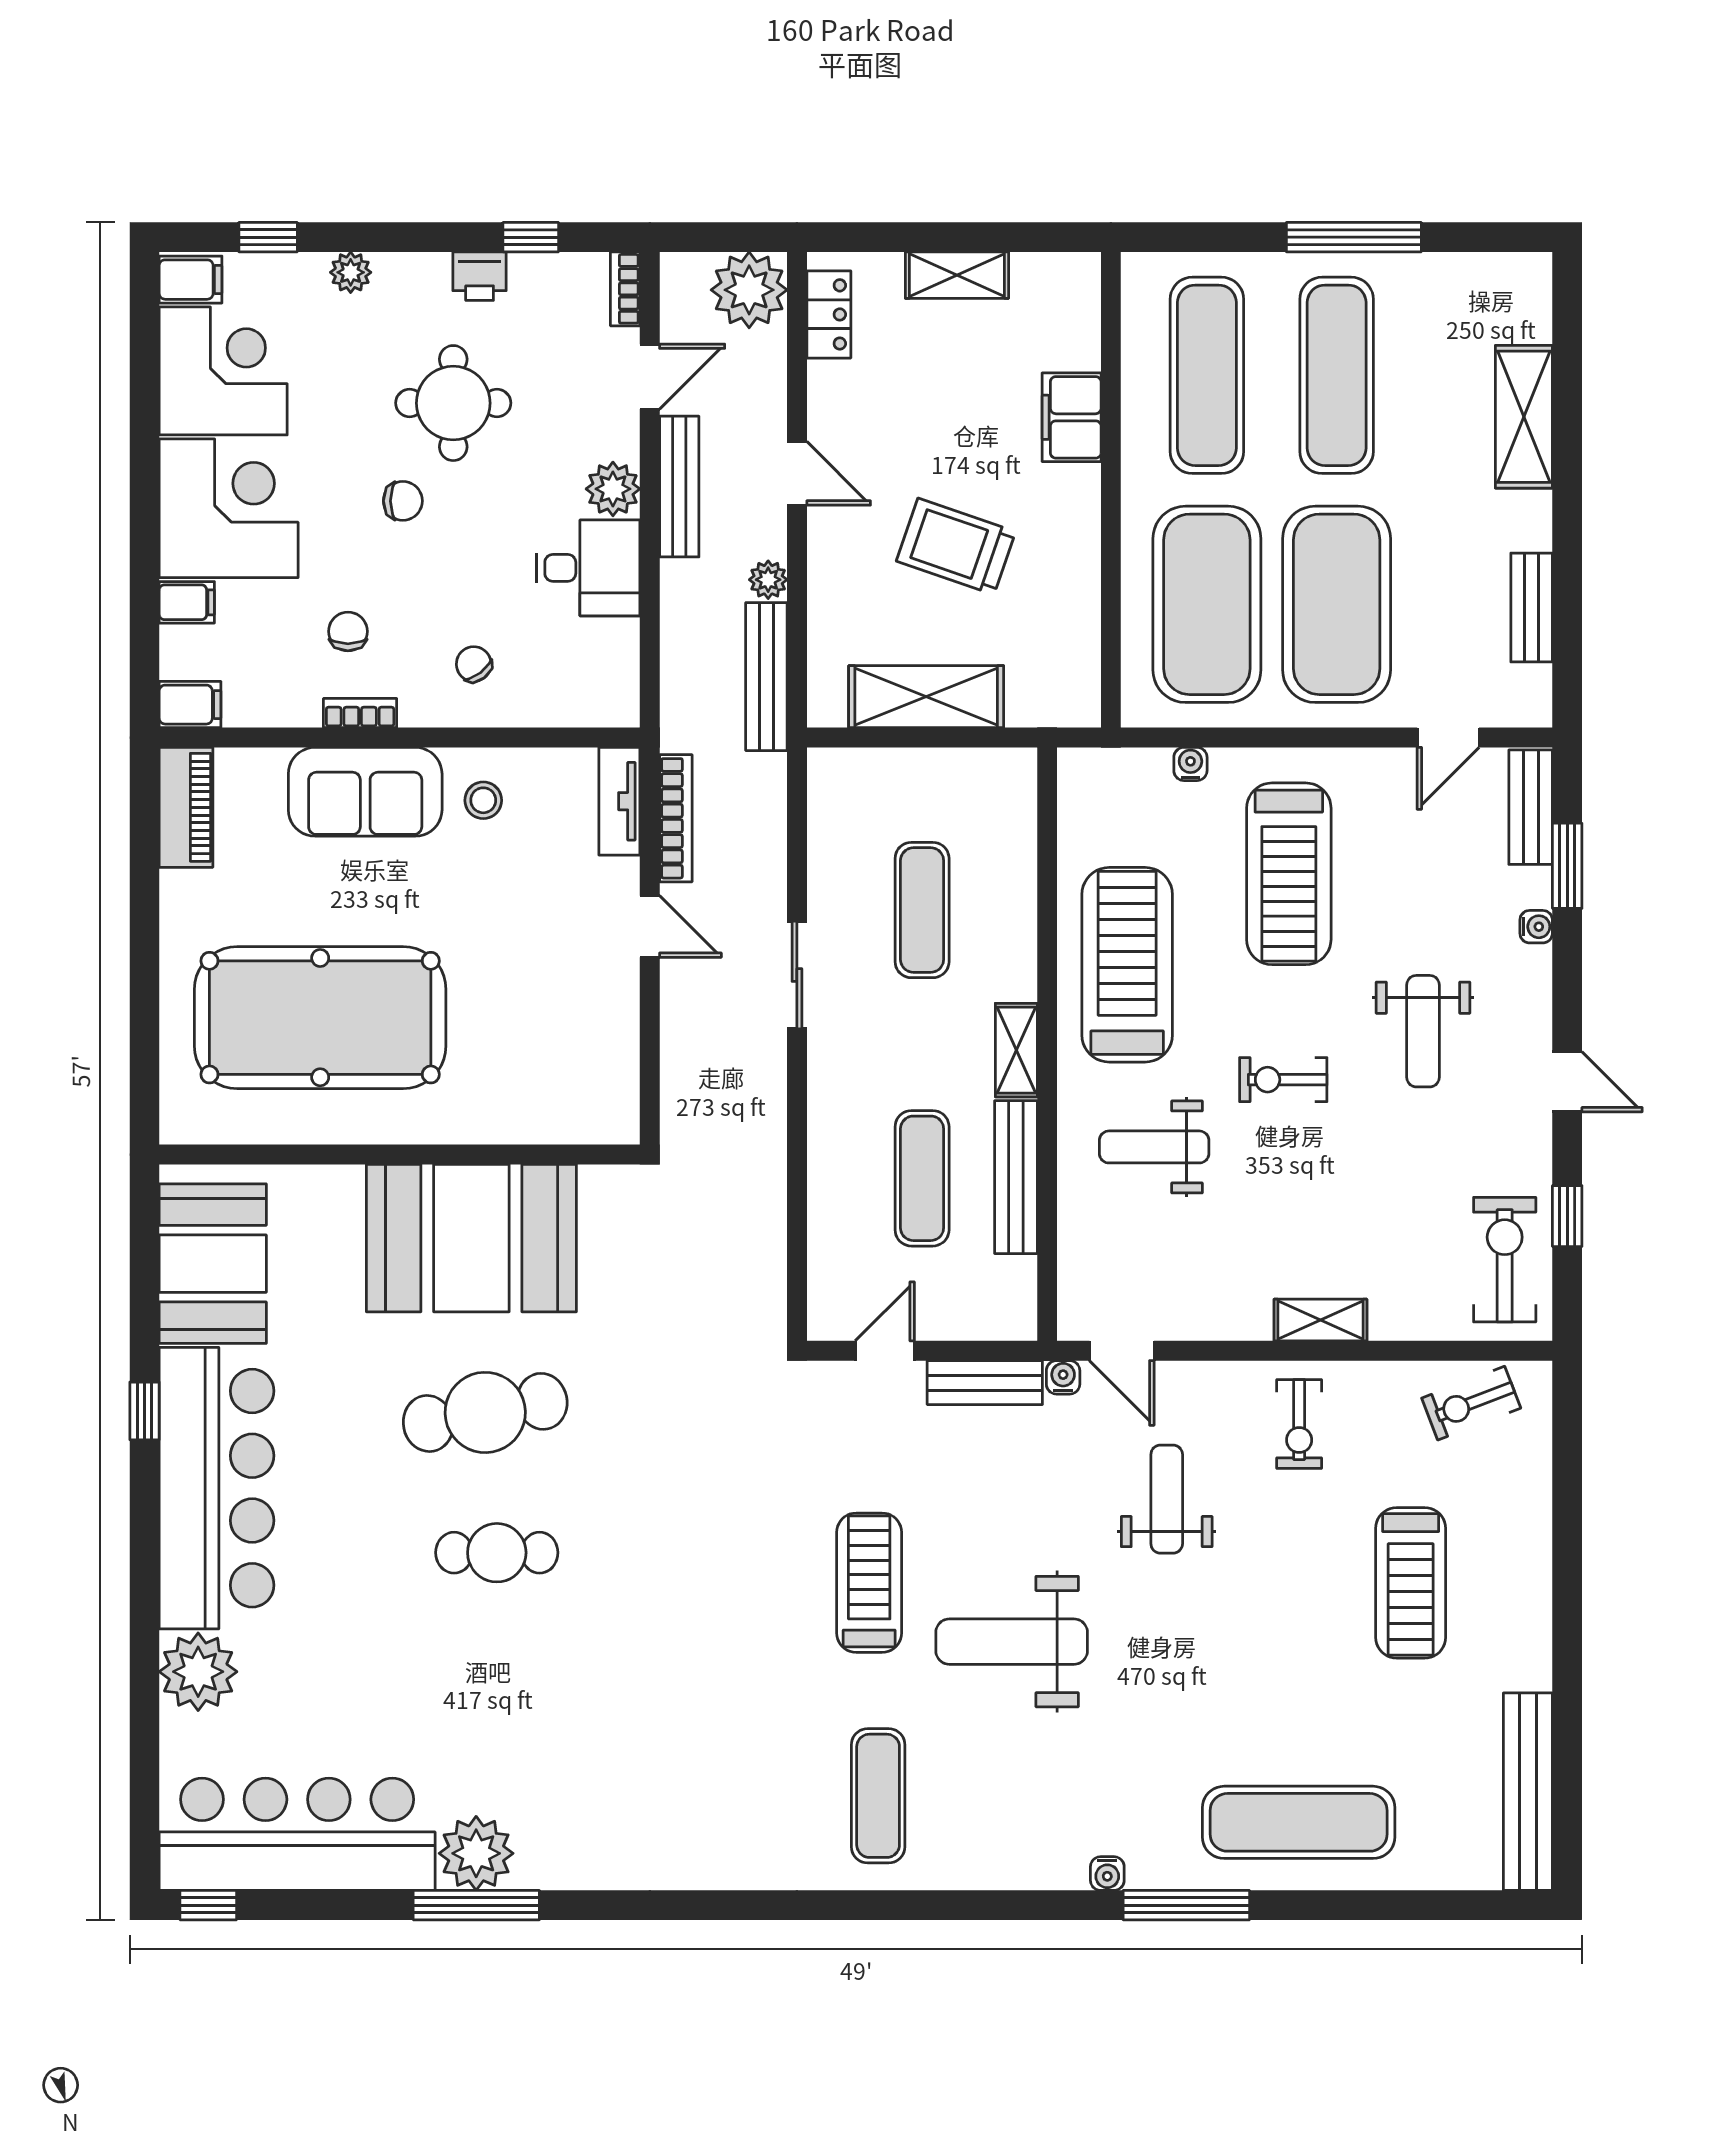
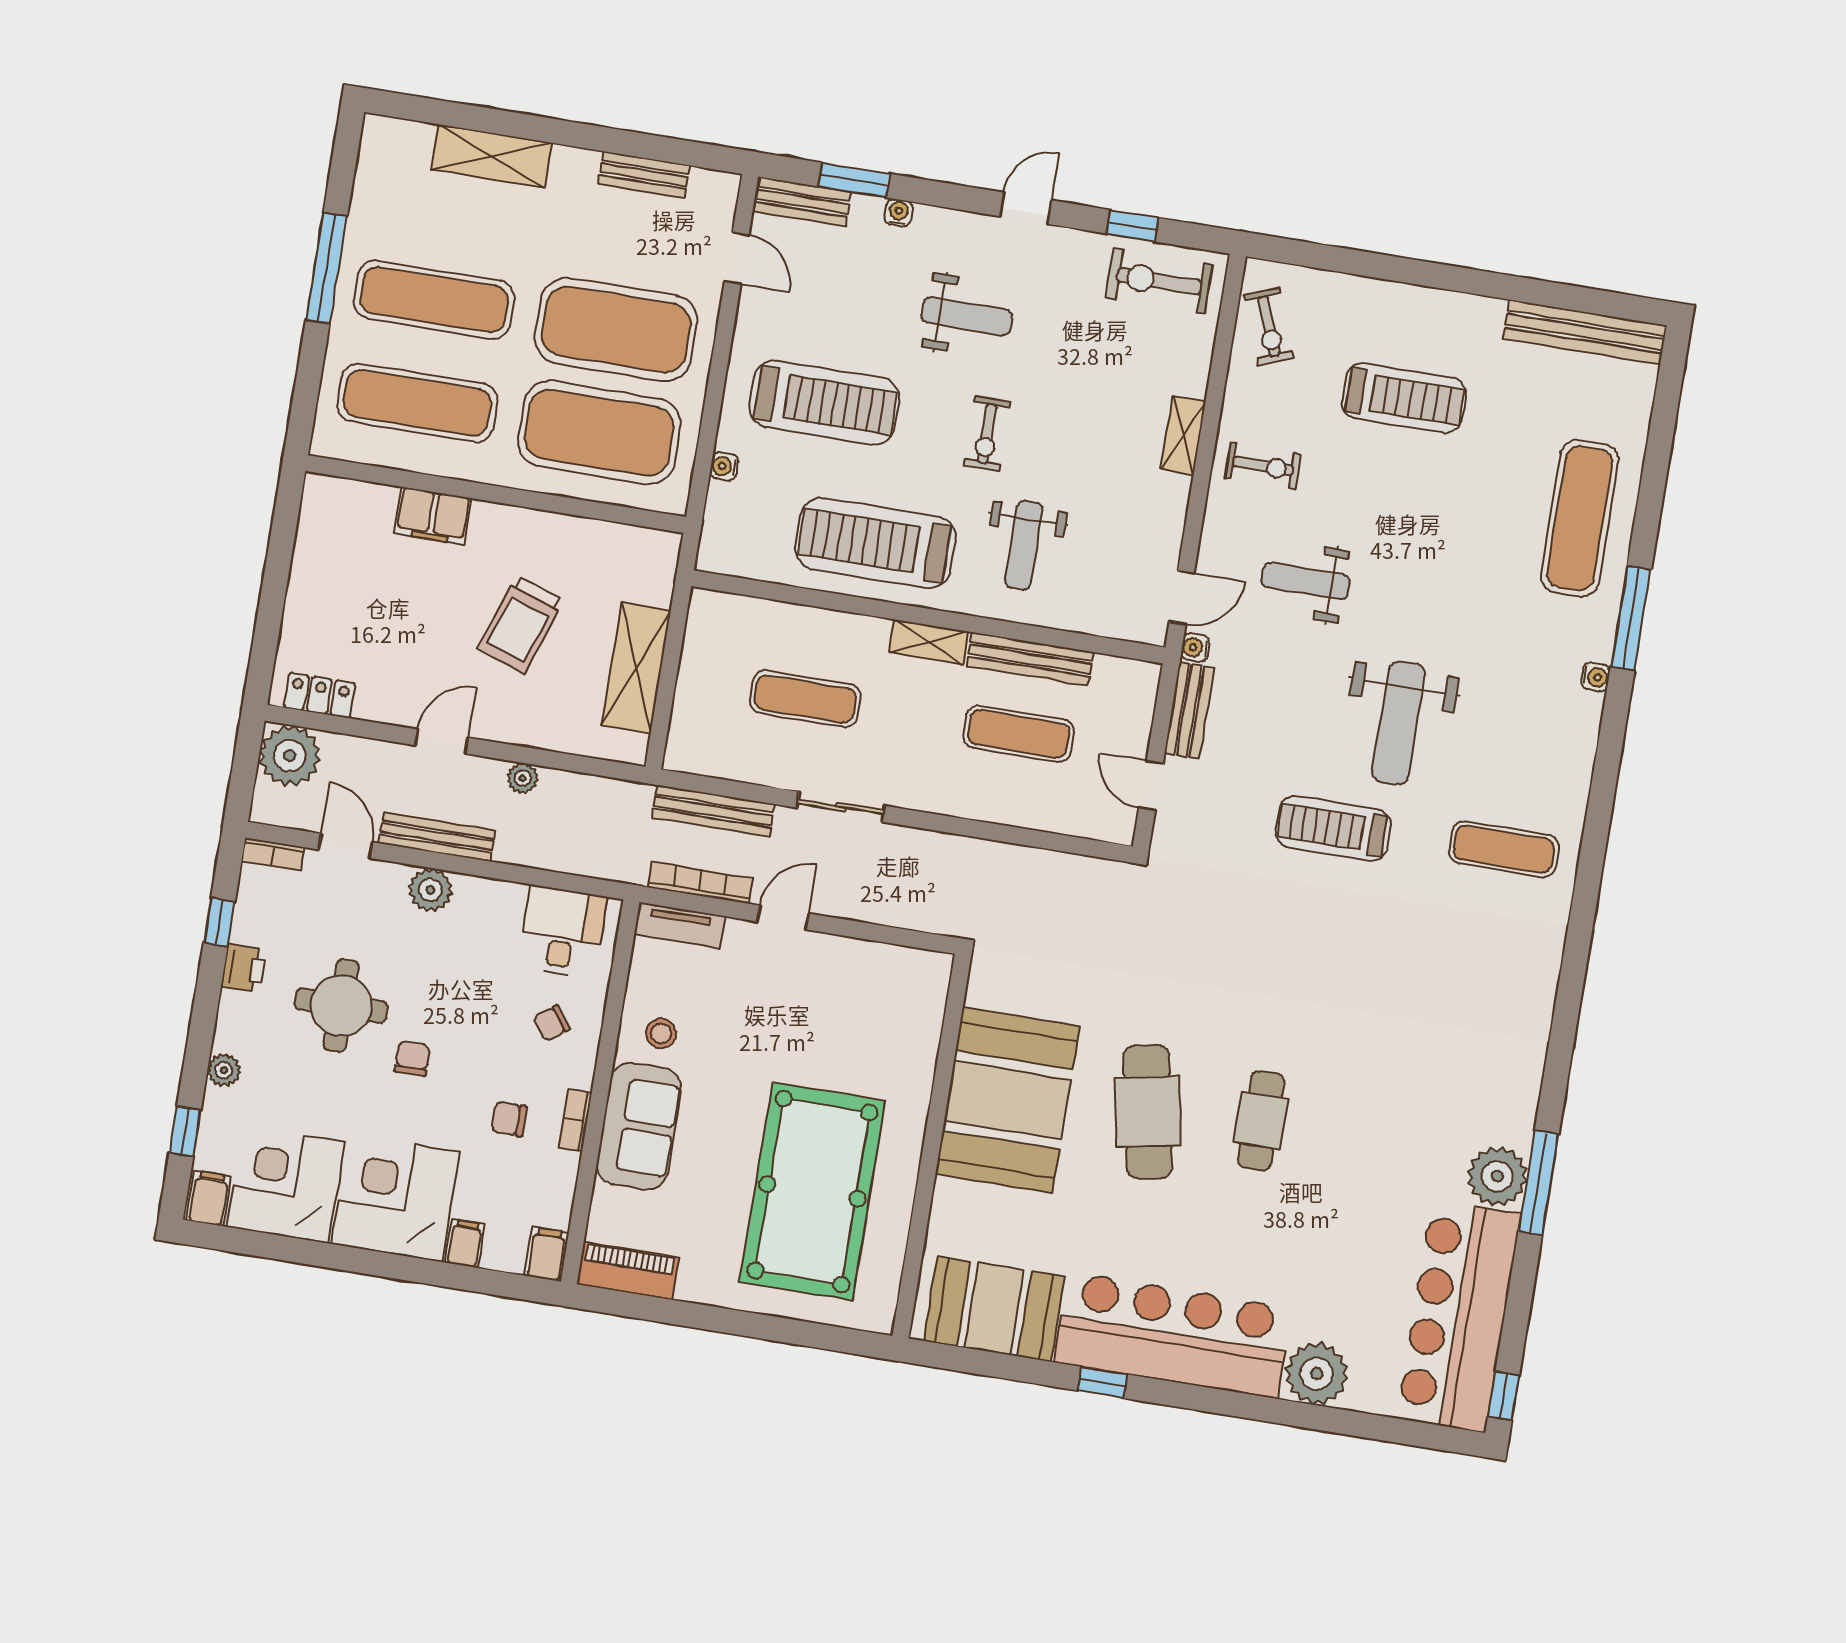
shelving: (957, 275) -> (305, 588), removed
desk: (588, 568) -> (562, 932), moved
bench: (766, 677) -> (713, 811), moved

